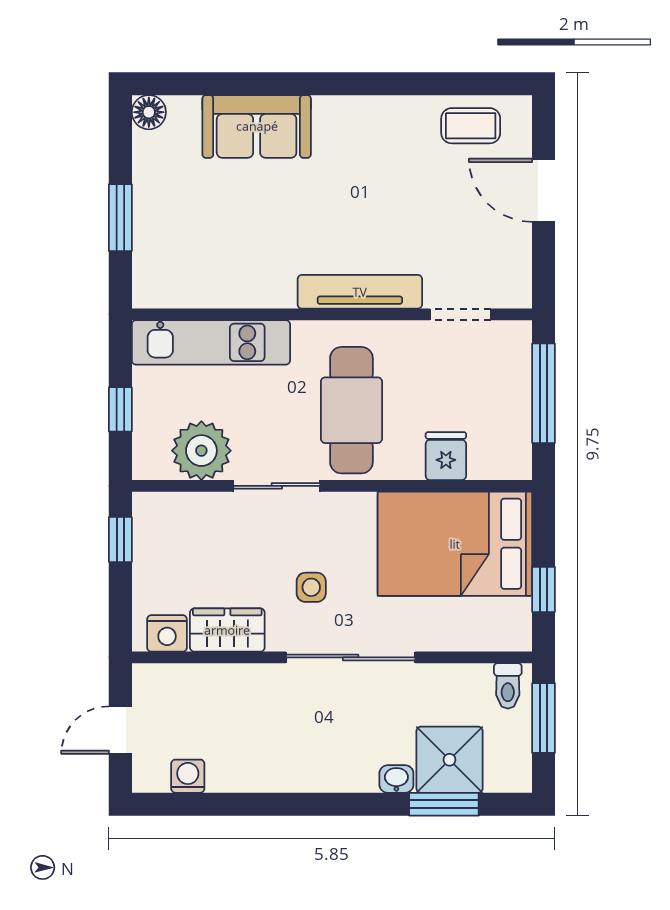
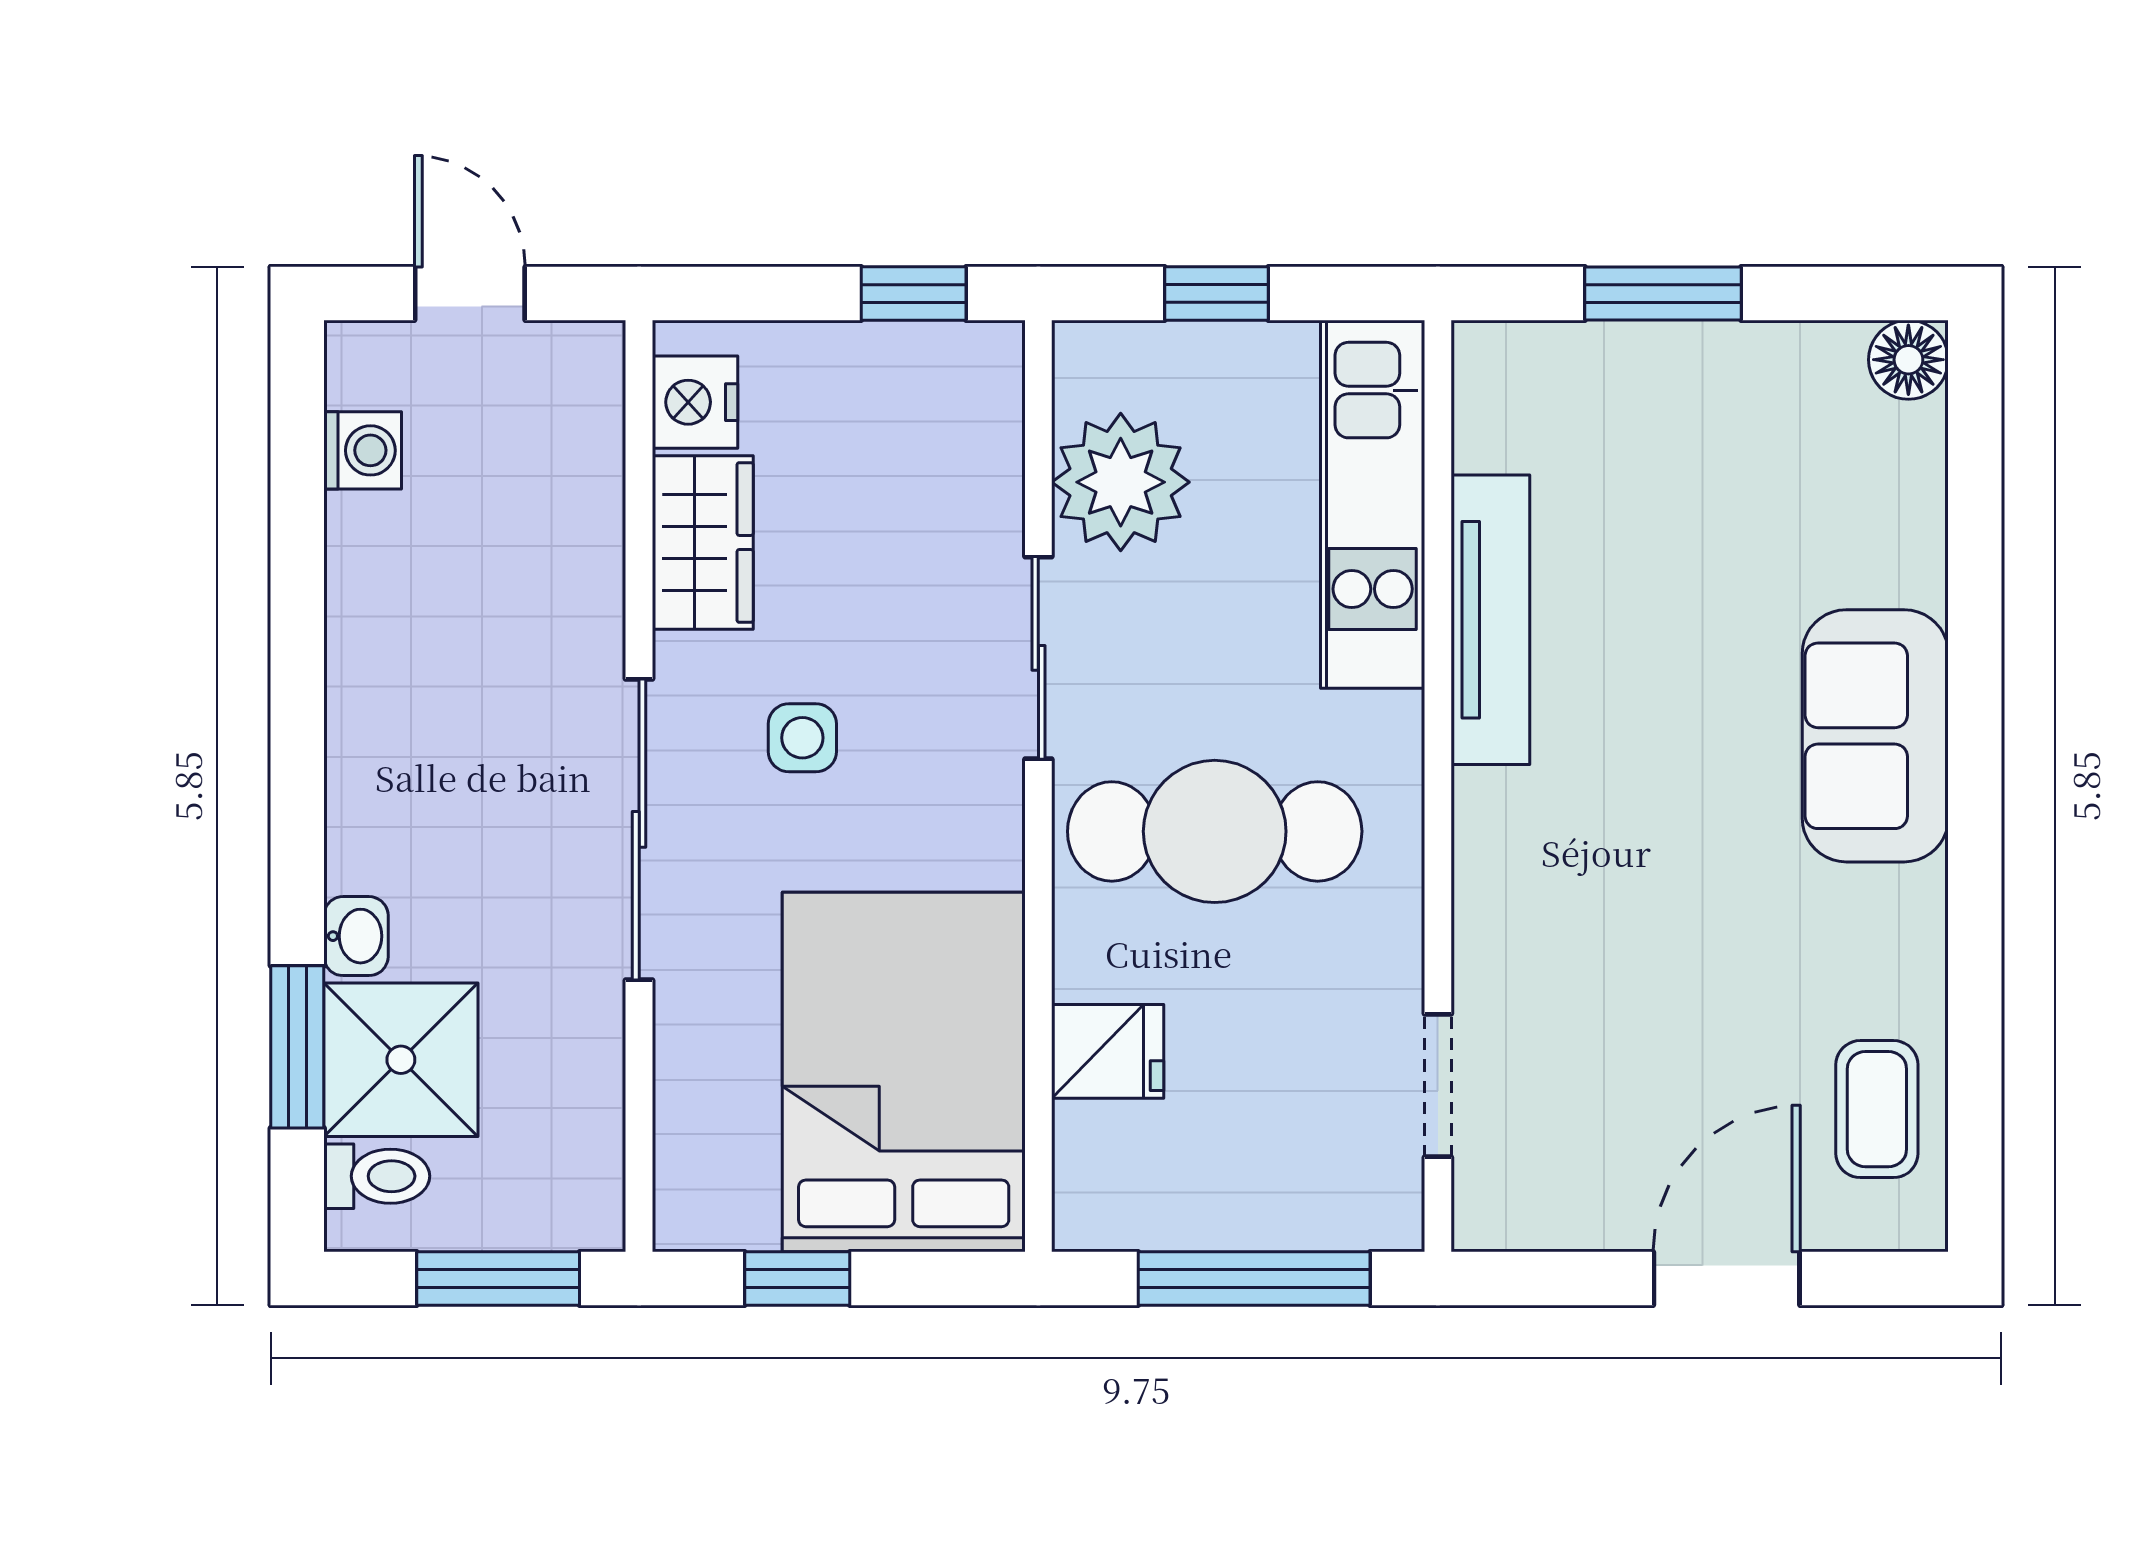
sofa: (257, 126) -> (1875, 736), moved
tv unit: (360, 292) -> (1490, 620), moved
toilet: (508, 686) -> (377, 1176), moved, turned 180

